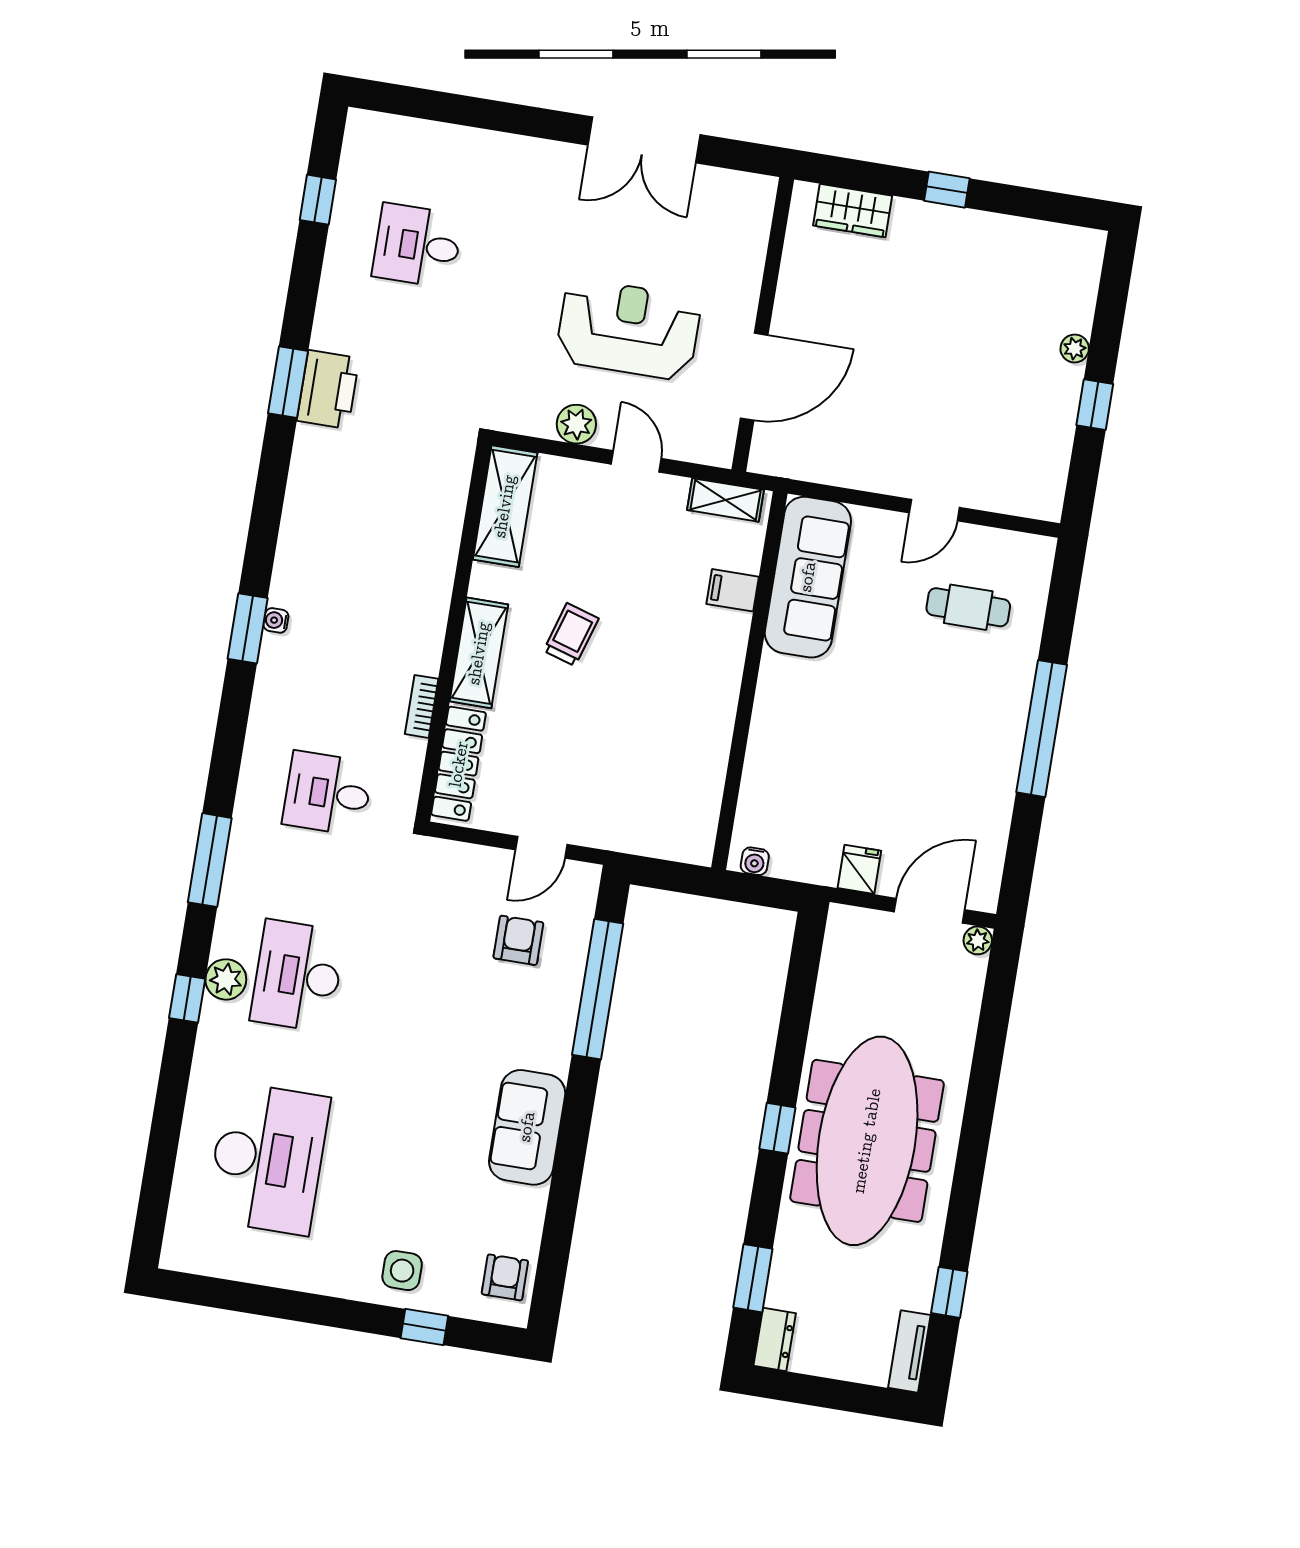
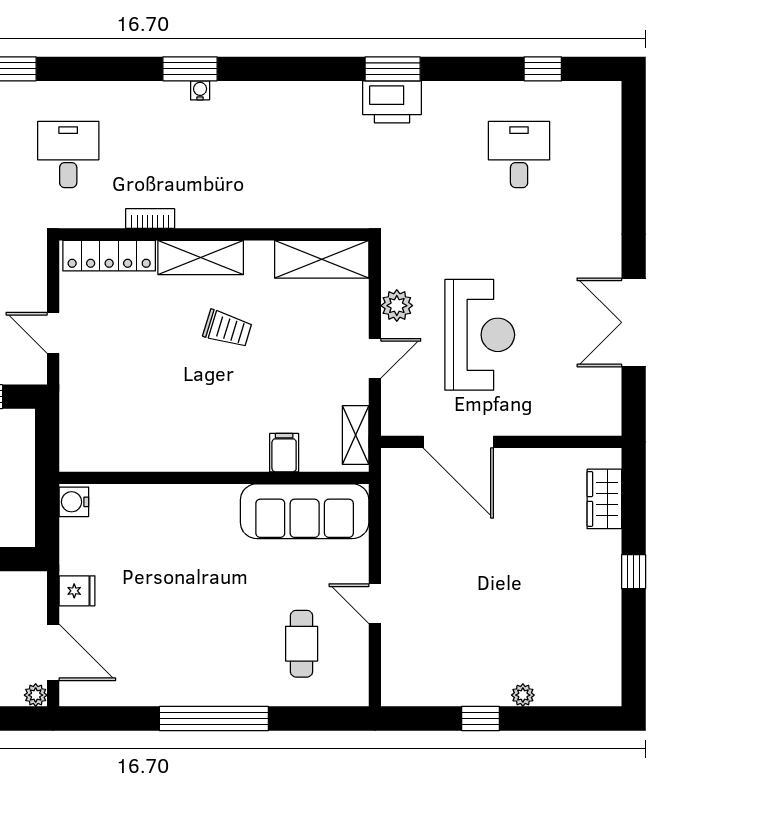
water cooler: (755, 861) -> (74, 502), width x1.38, depth x1.38

